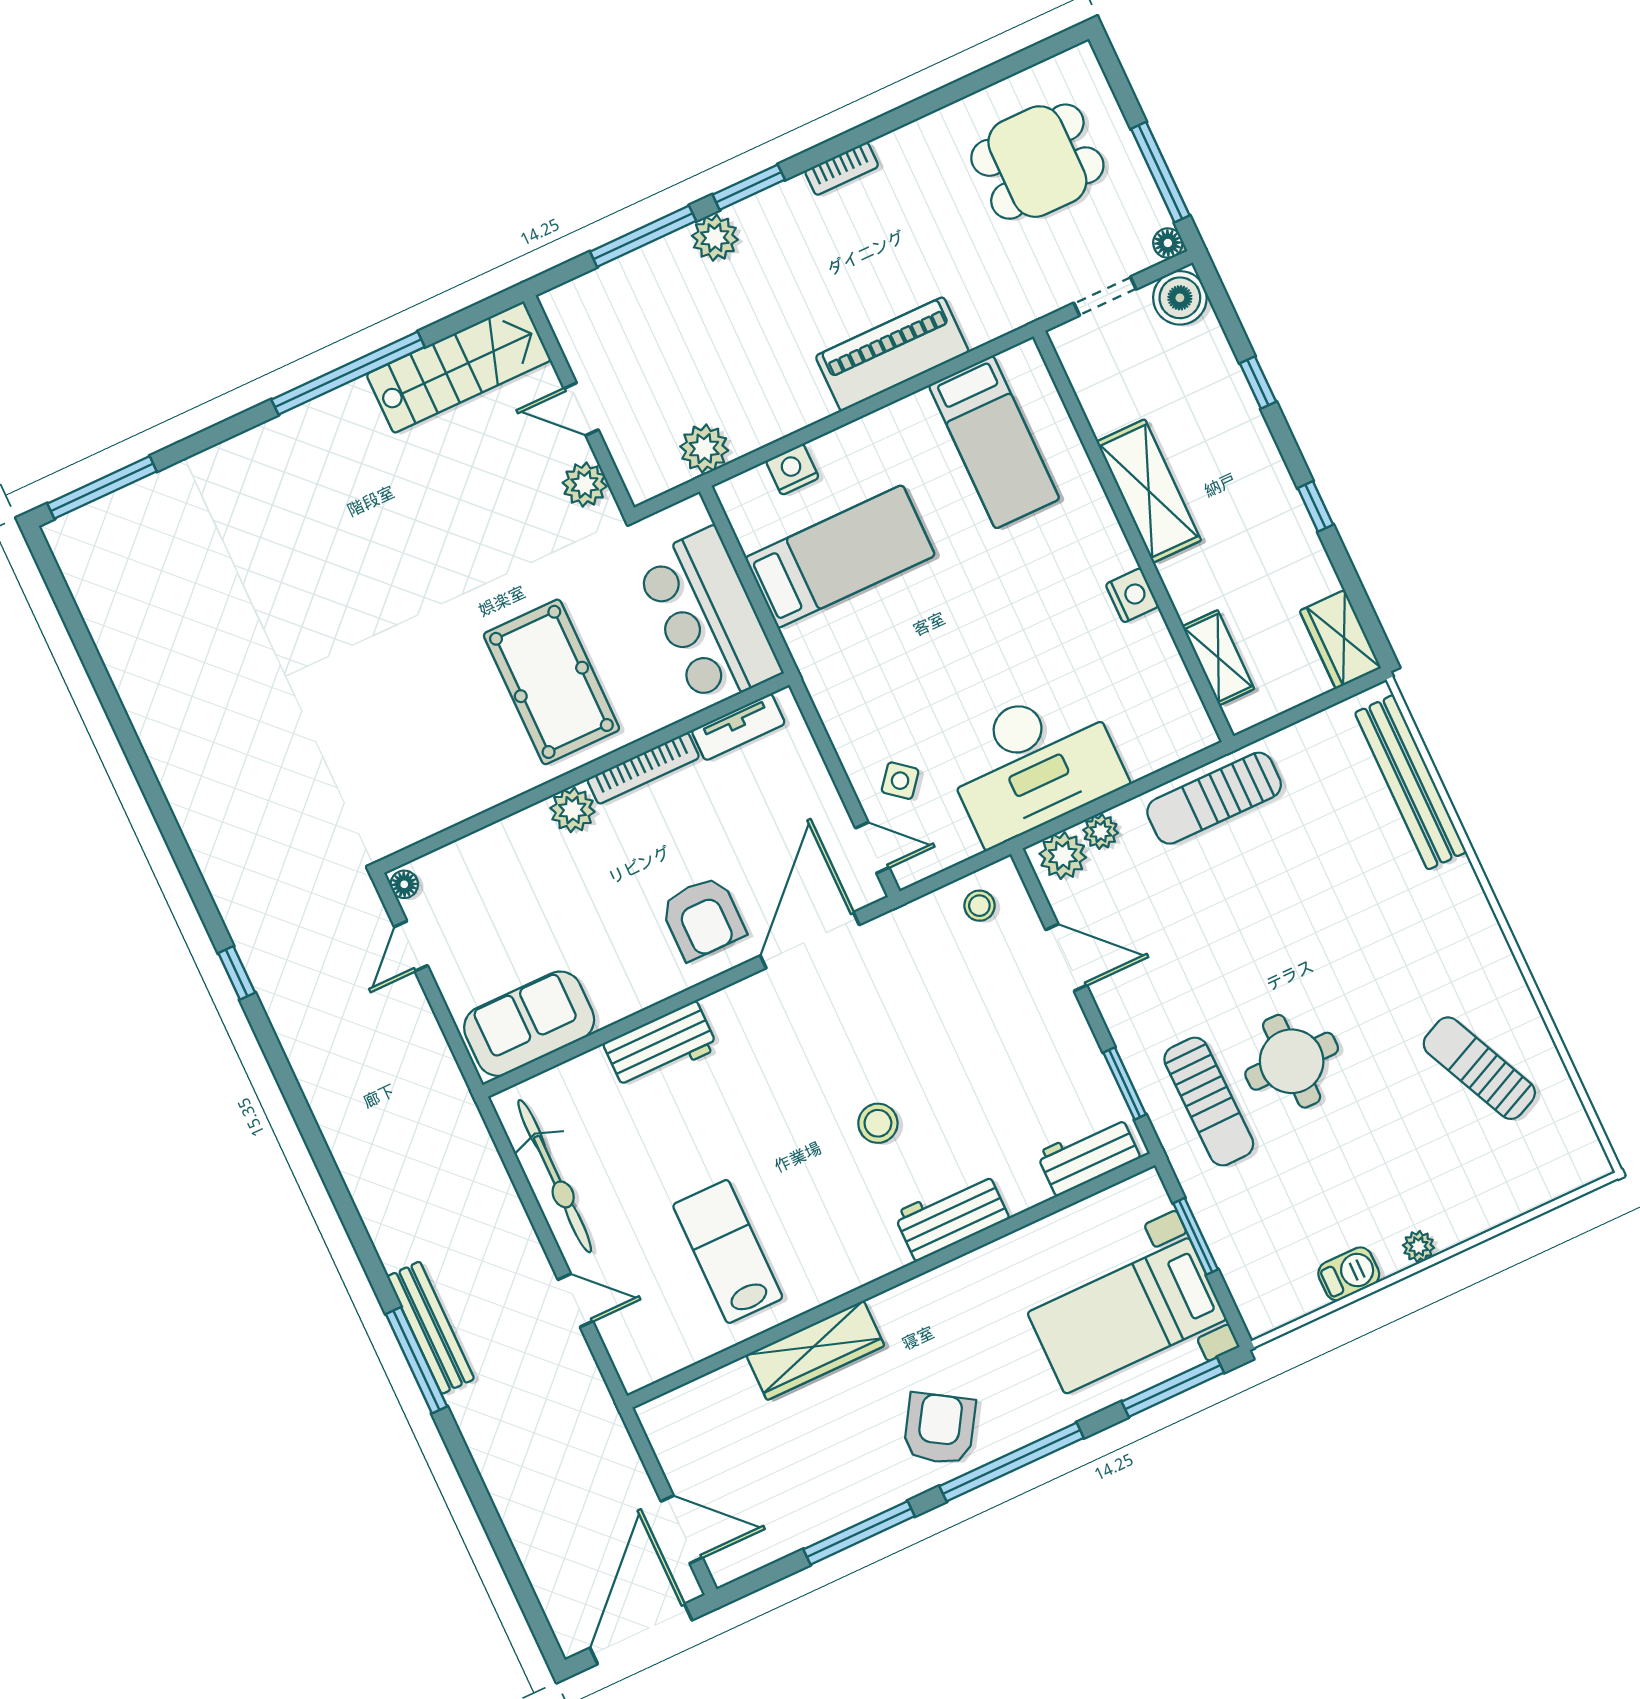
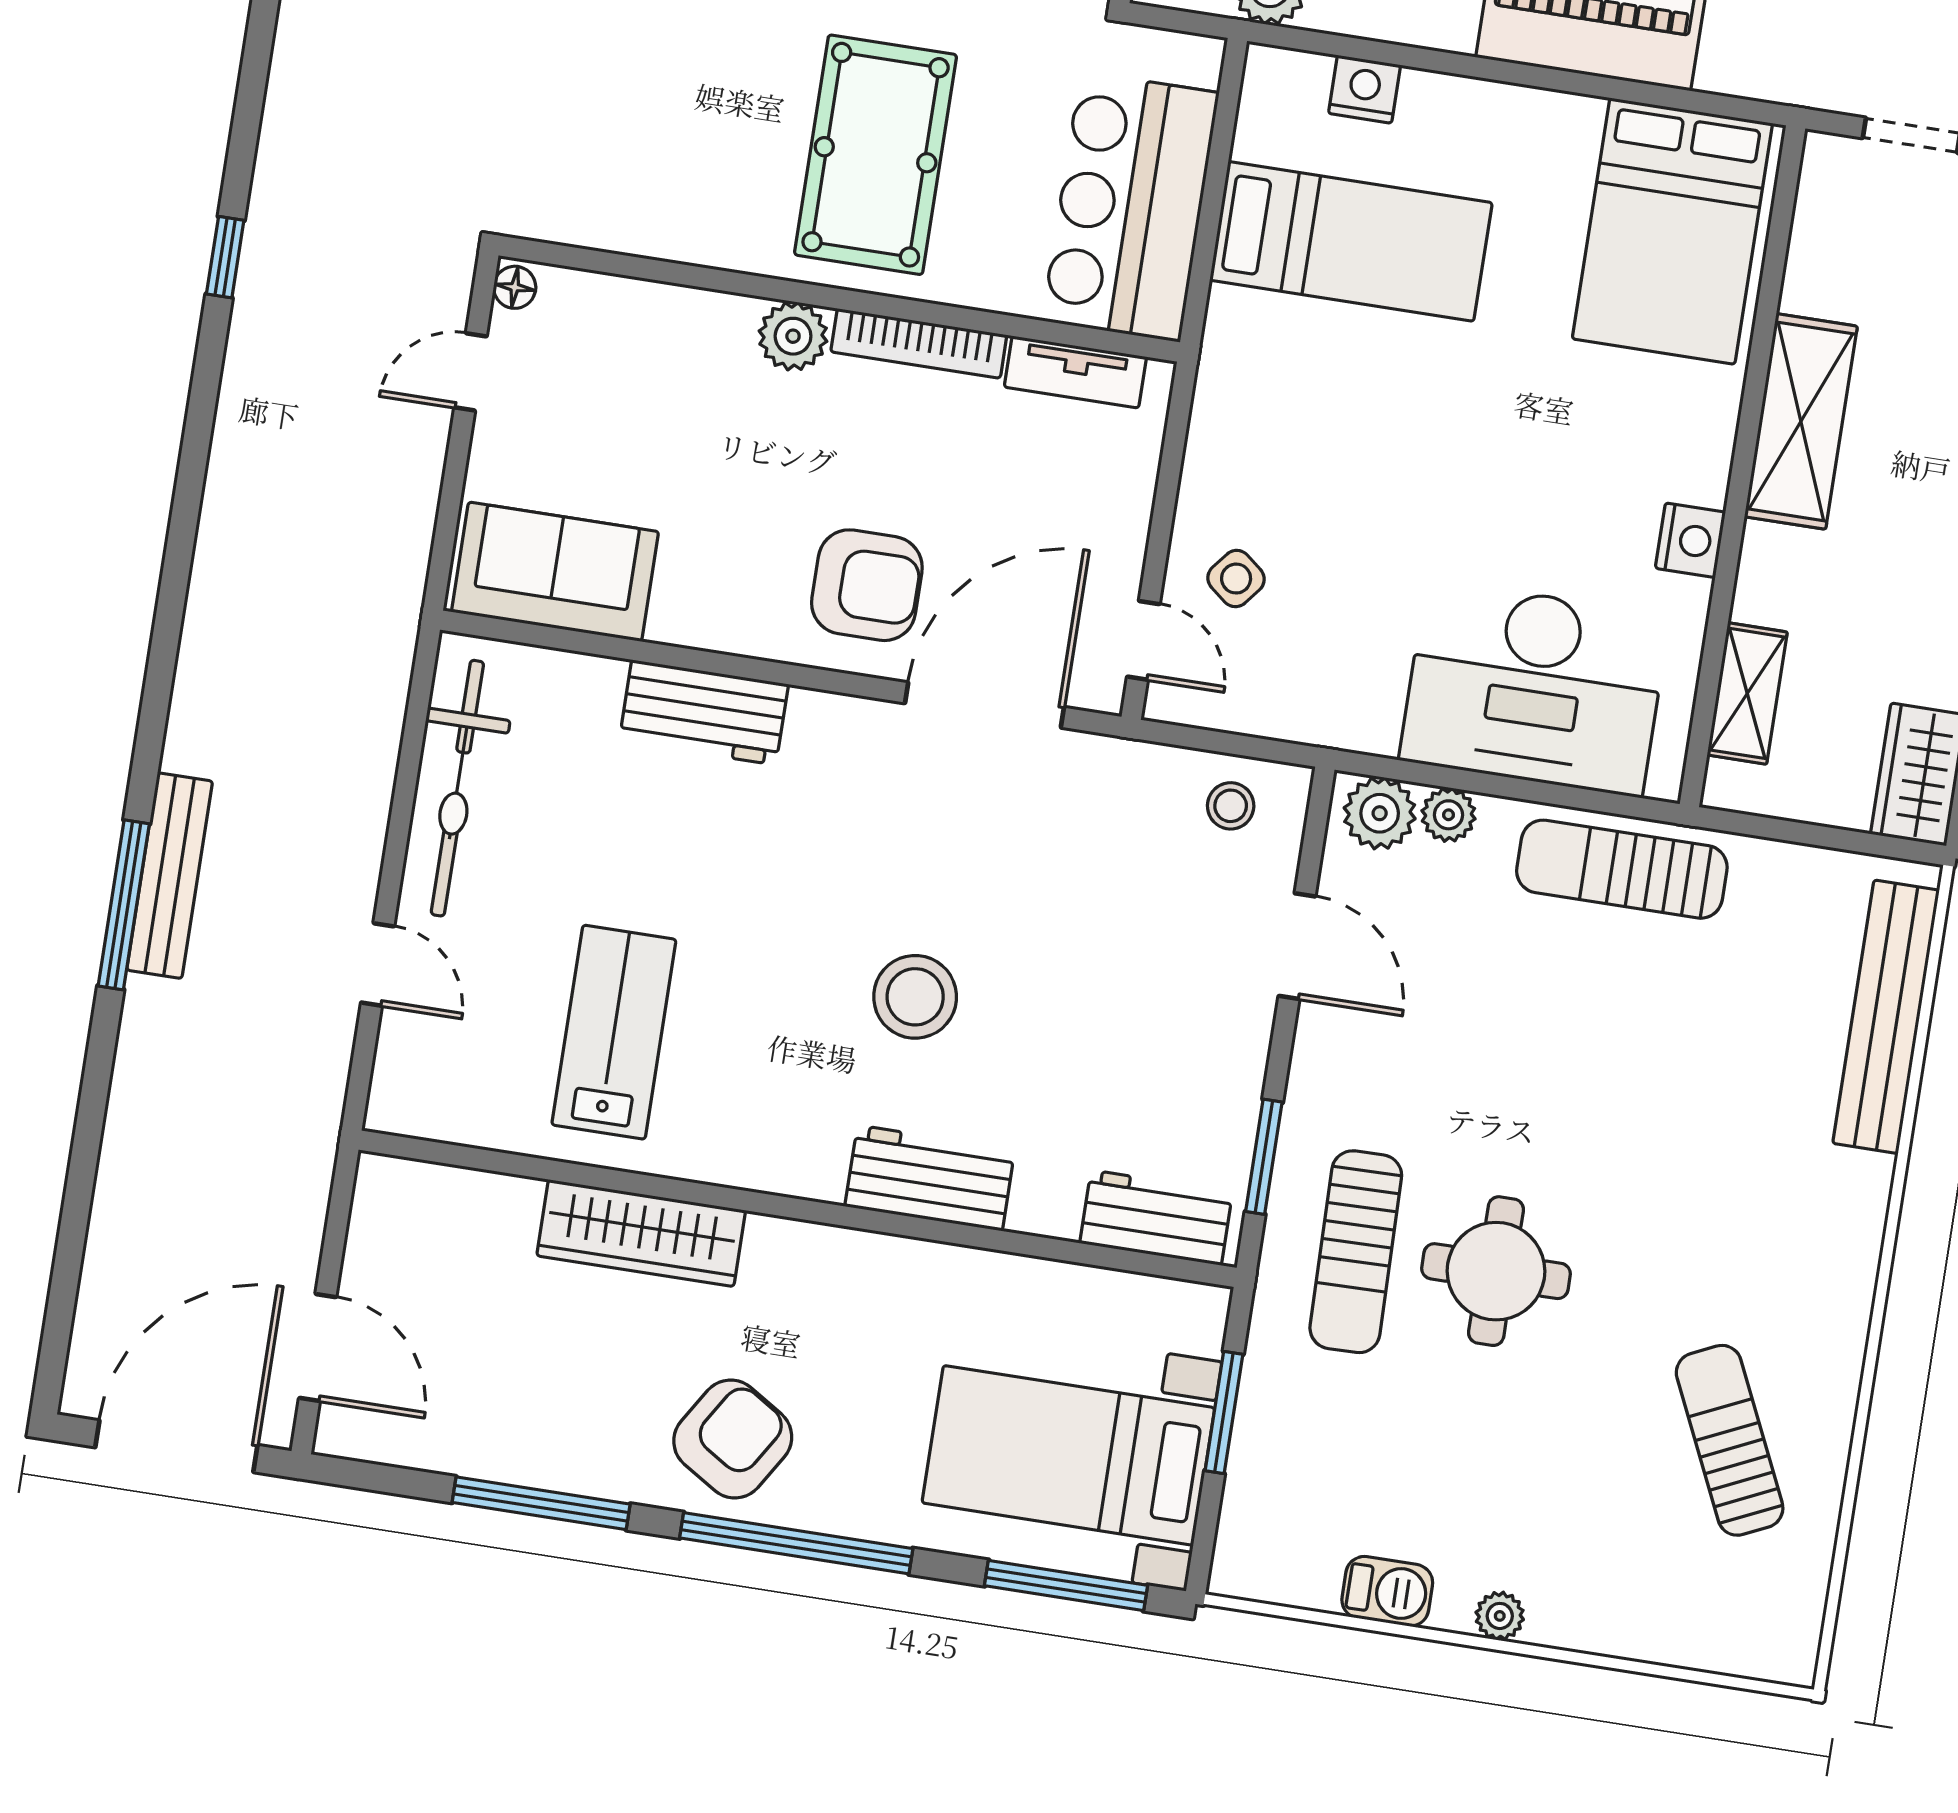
bed: (994, 442) -> (1672, 231), width x1.50
desk: (1033, 763) -> (1534, 688), moved
armchair: (703, 918) -> (867, 585), turned -90
stool: (878, 1123) -> (915, 997), width x1.38, depth x1.38

